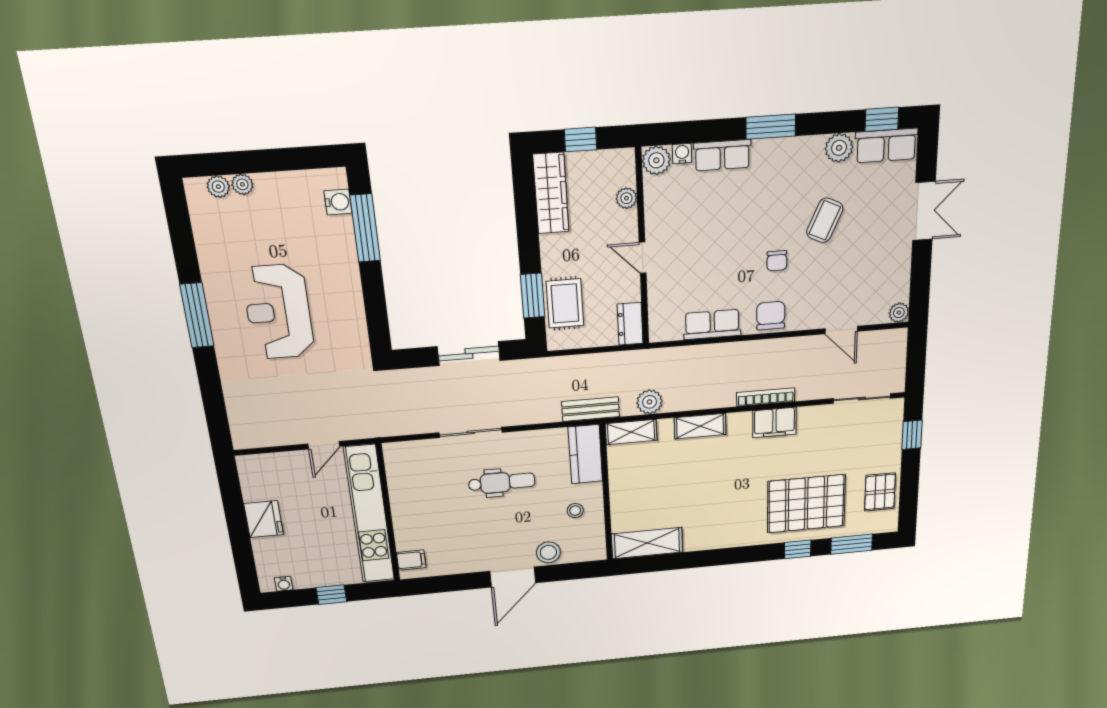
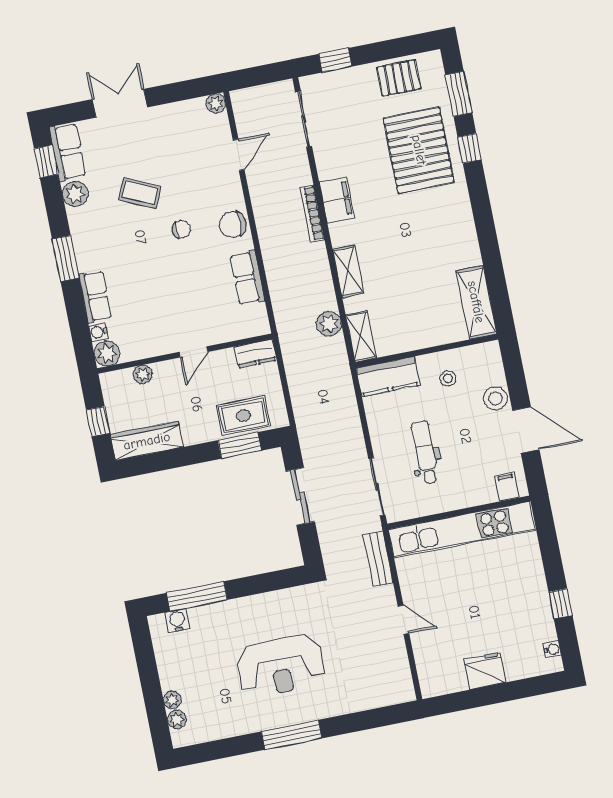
bench: (591, 409) -> (378, 559), moved
wall: (388, 513) -> (459, 512), moved
kitchen unit: (369, 515) -> (462, 530), moved
filing cabinet: (411, 560) -> (507, 486), moved

